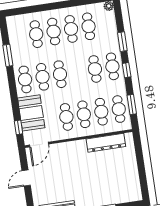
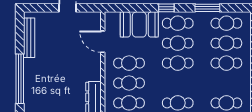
cafe table: (71, 29) -> (226, 23), moved
window: (19, 127) -> (166, 8), moved
door: (39, 145) -> (103, 42), moved

